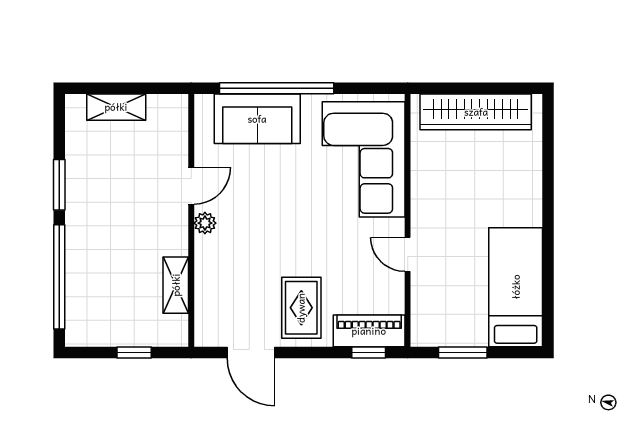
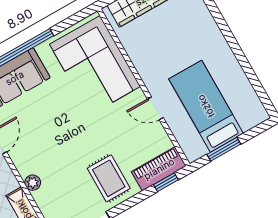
plant: (205, 223) -> (33, 183), moved
bed: (516, 287) -> (206, 106), moved

